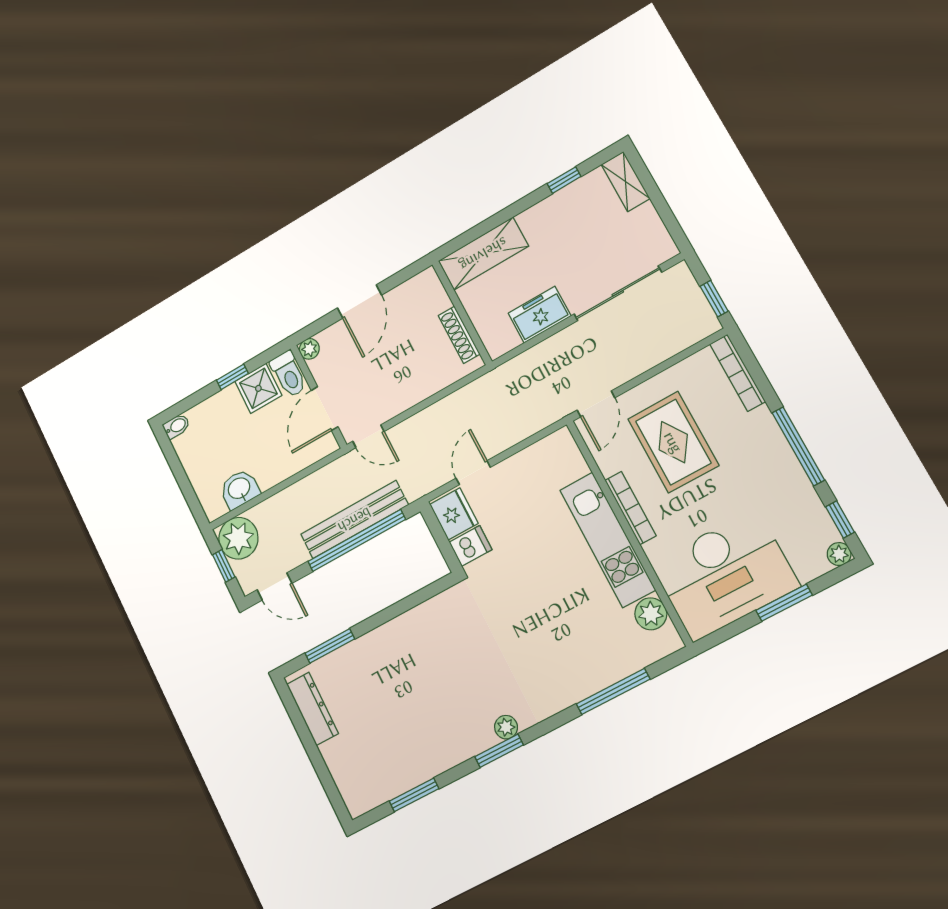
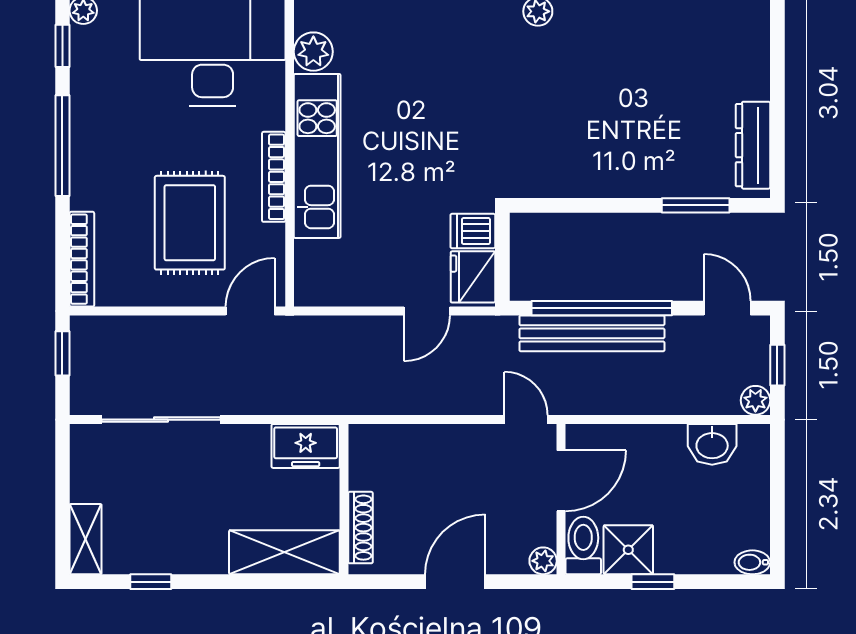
freezer: (540, 315) -> (306, 446), moved
shoe rack: (459, 335) -> (360, 528), moved
plant: (238, 538) -> (755, 400), width x0.53, depth x0.53

